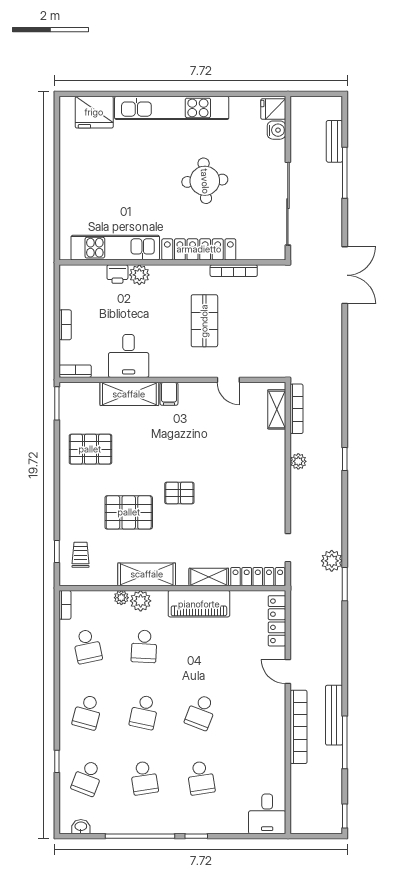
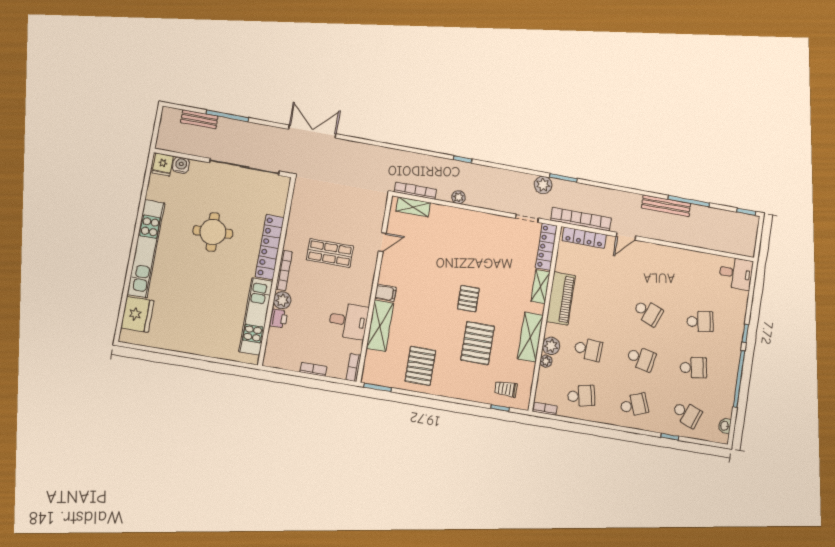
bookcase: (234, 271) -> (284, 270), moved
school desk: (87, 712) -> (634, 405), turned -36
bookcase: (299, 727) -> (581, 219), moved

